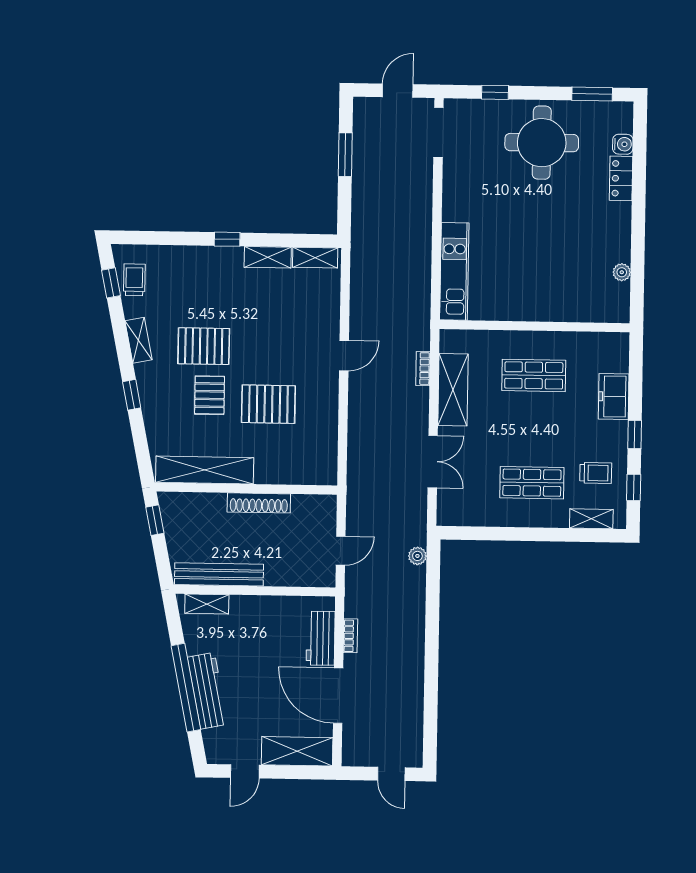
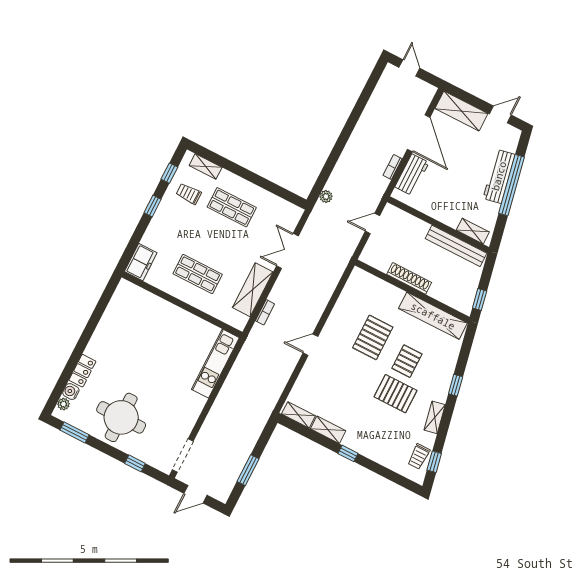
plant: (622, 272) -> (63, 404), moved
freezer: (614, 396) -> (141, 262), moved
pallet: (268, 404) -> (373, 337), turned 90

